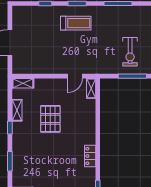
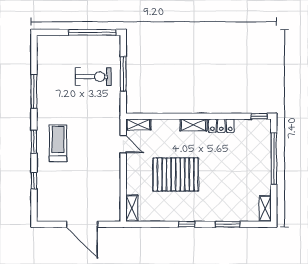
shelving: (17, 110) -> (194, 125), moved
pallet: (50, 119) -> (176, 174), width x1.37, depth x1.41

